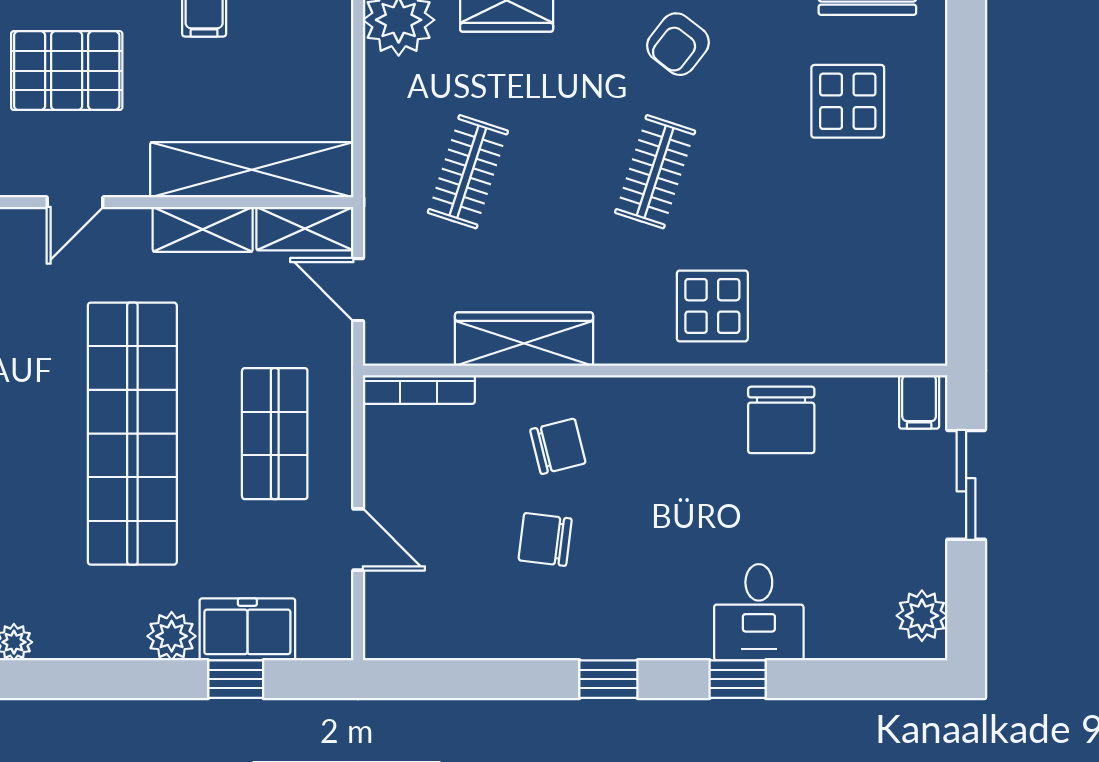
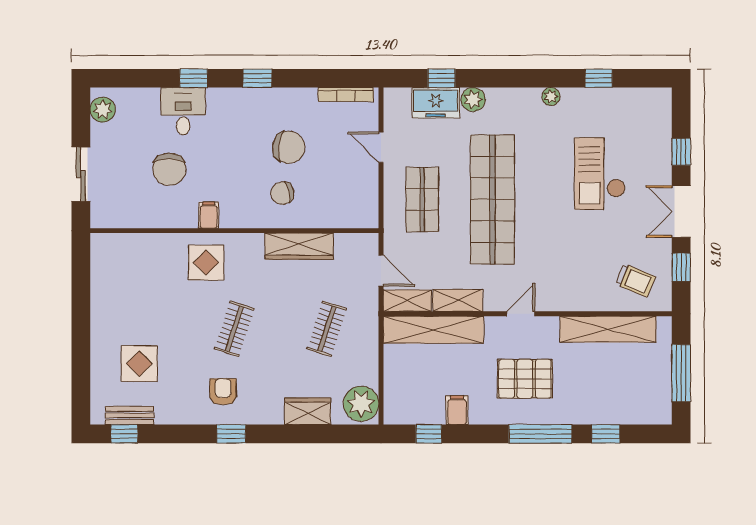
armchair: (678, 44) -> (223, 392), turned -38
bookcase: (419, 390) -> (346, 95), moved, turned 180
filing cabinet: (919, 402) -> (209, 215), moved
chair: (781, 420) -> (169, 169), moved, turned 180
chair: (545, 539) -> (289, 147), width x1.37, depth x1.37

